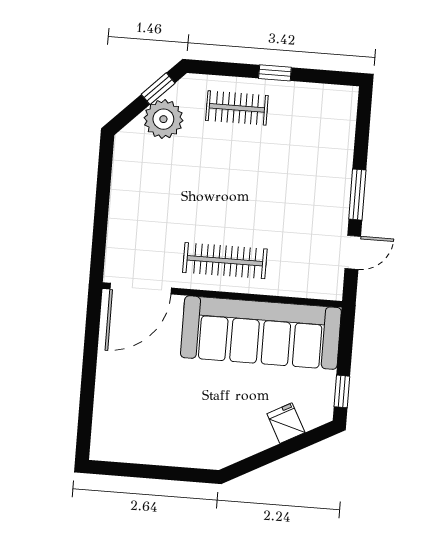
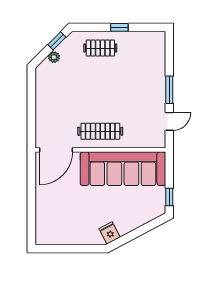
plant: (163, 119) -> (54, 57), width x0.53, depth x0.53
fridge: (286, 423) -> (110, 233), moved

